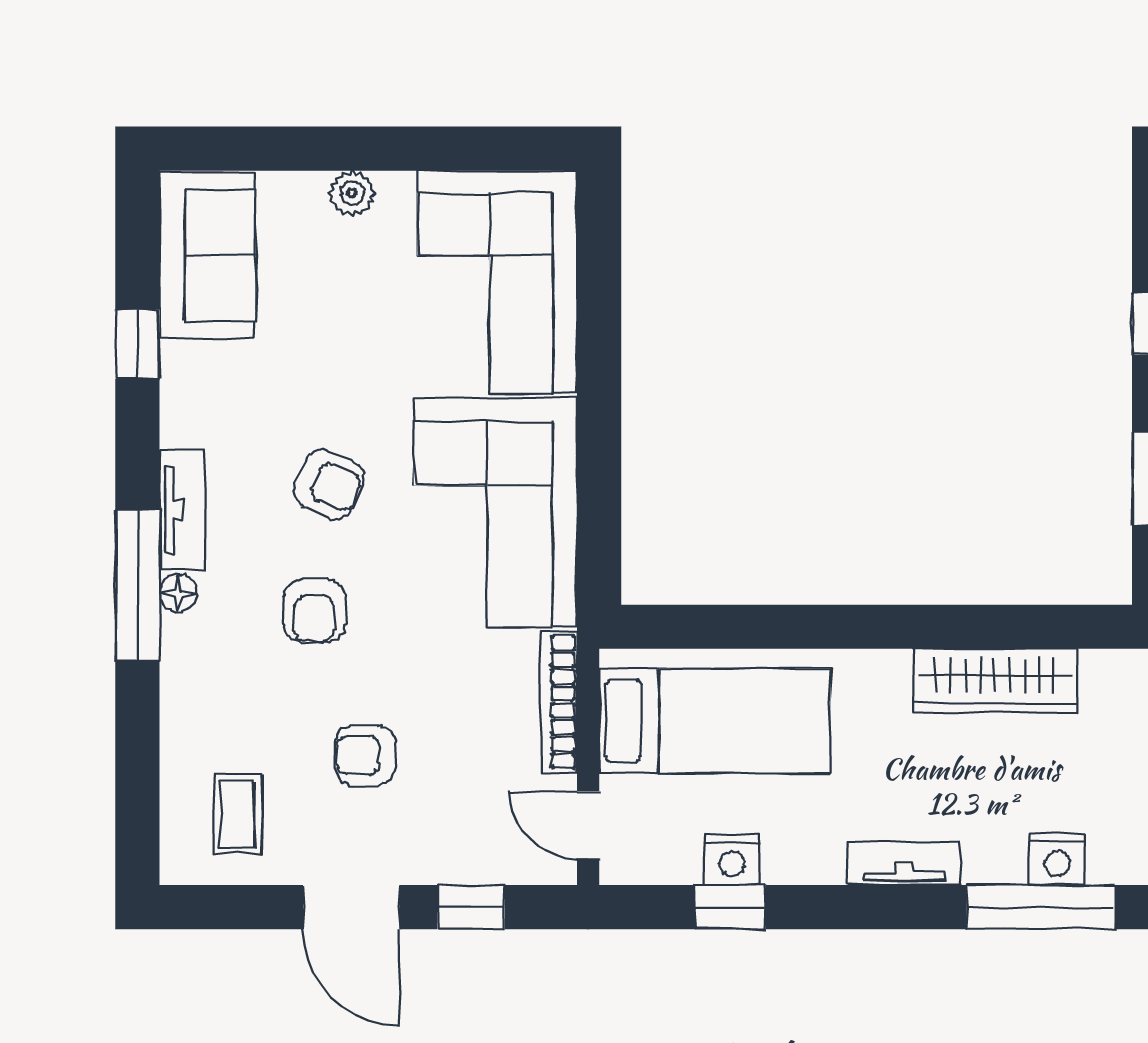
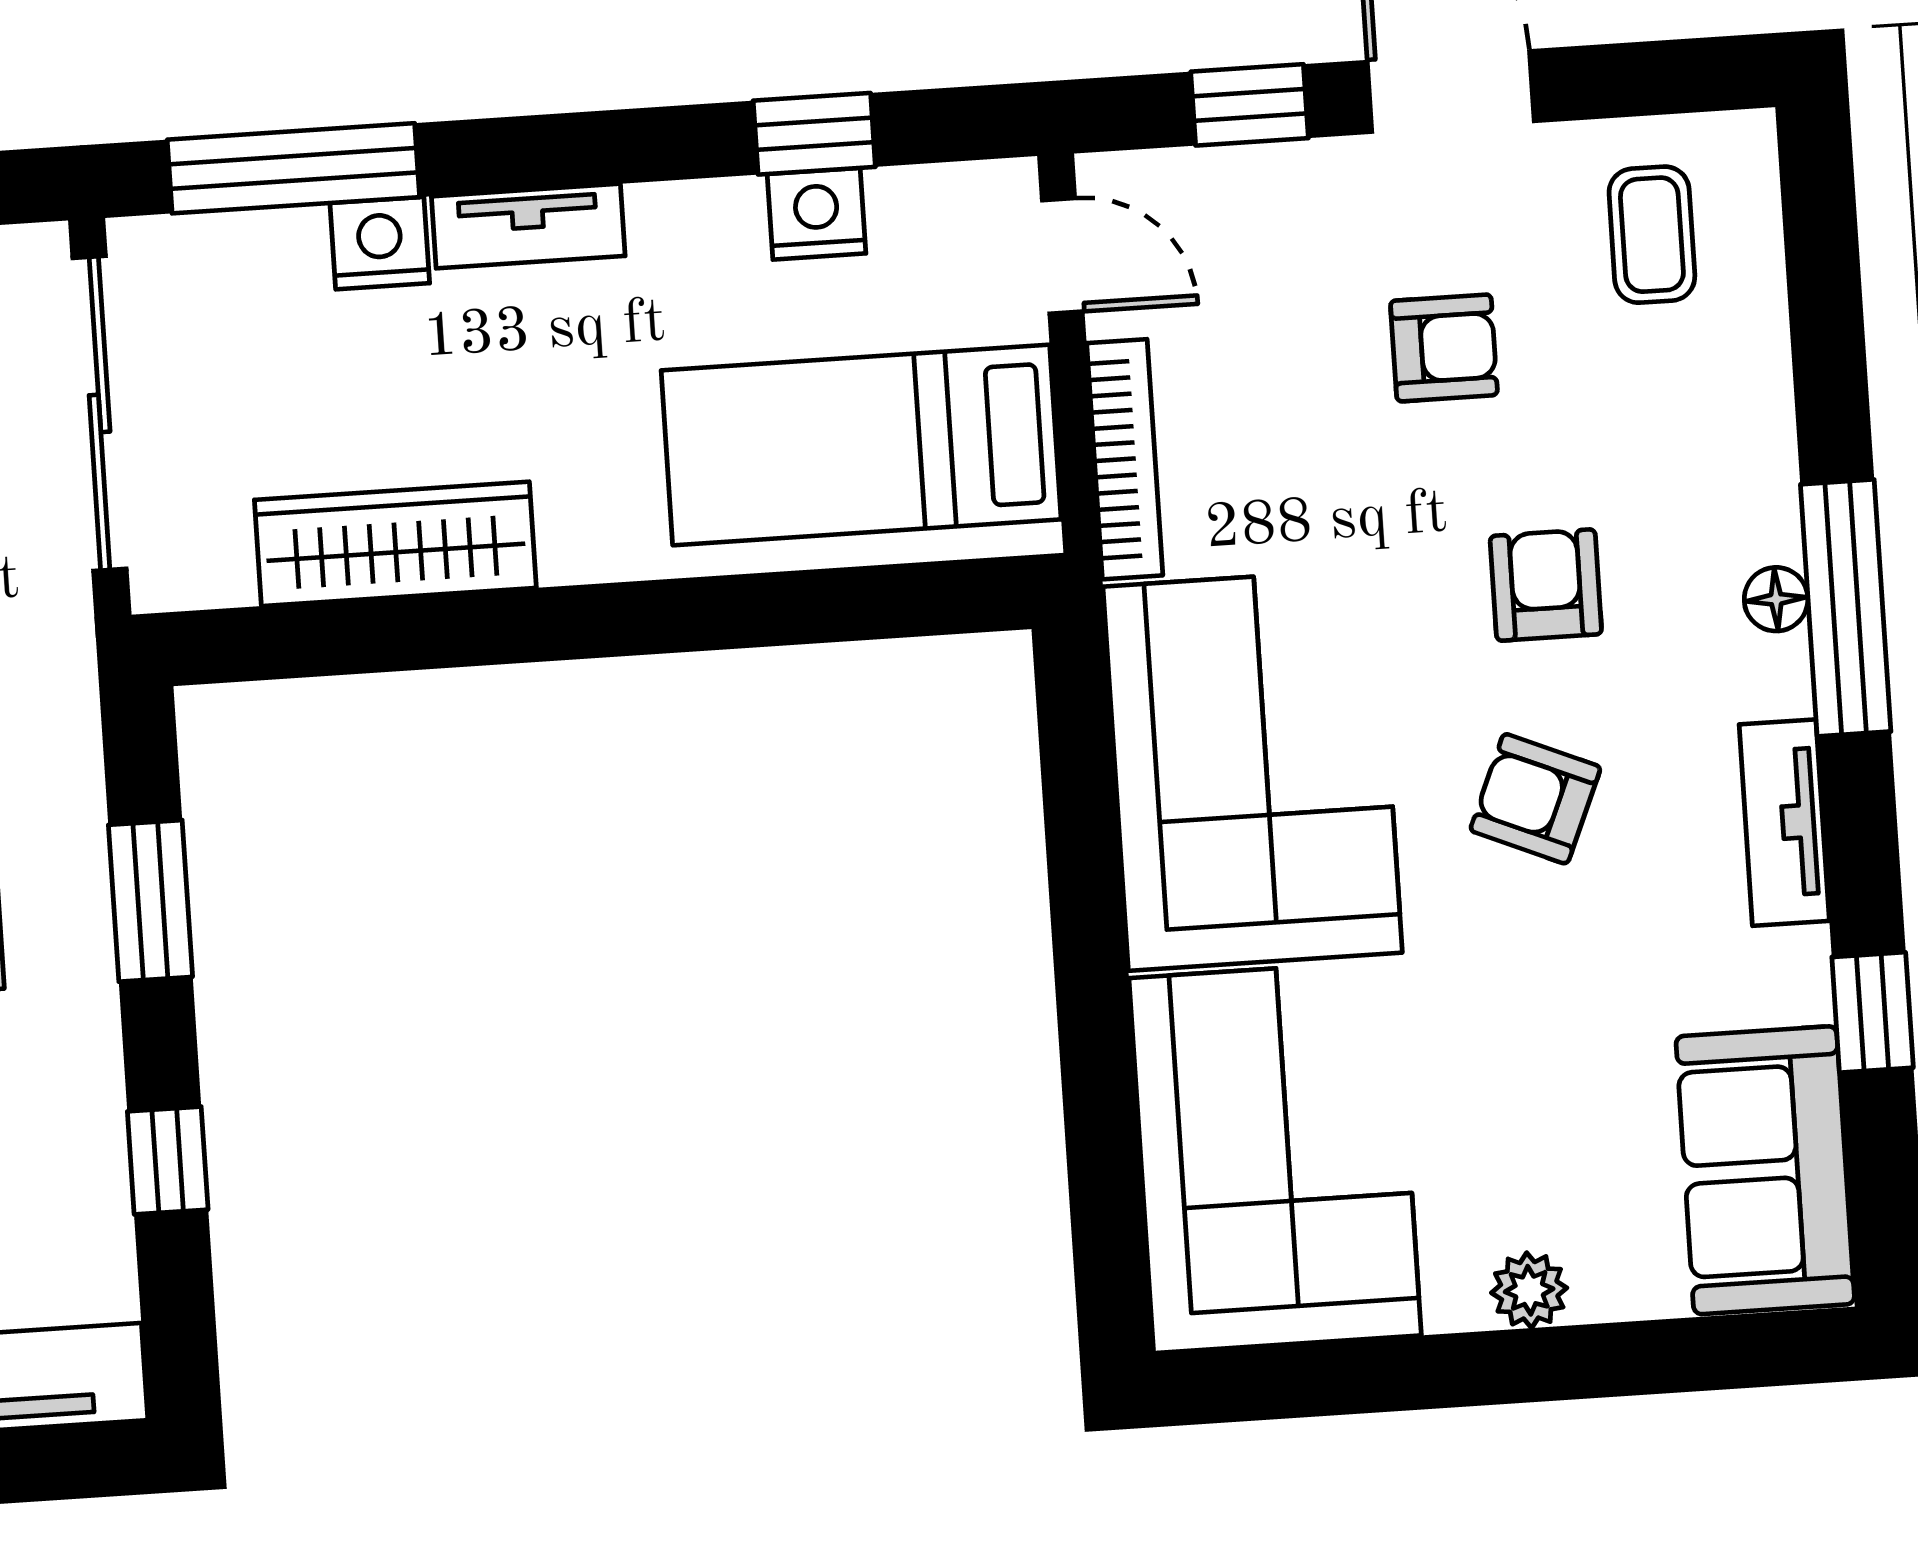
tv unit: (182, 510) -> (1784, 823), moved
nightstand: (1057, 859) -> (380, 243), moved

